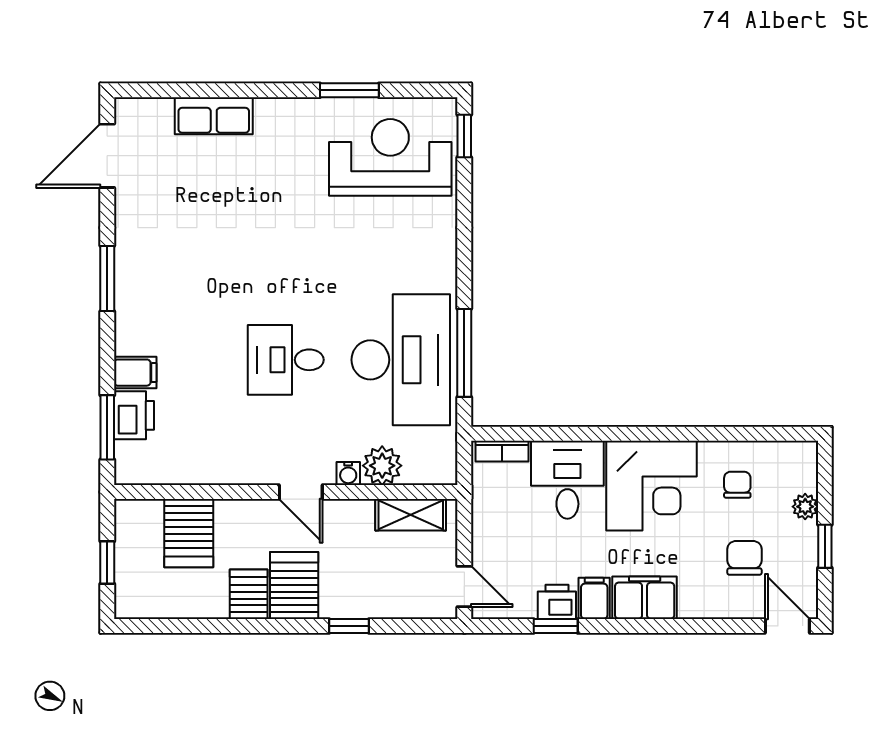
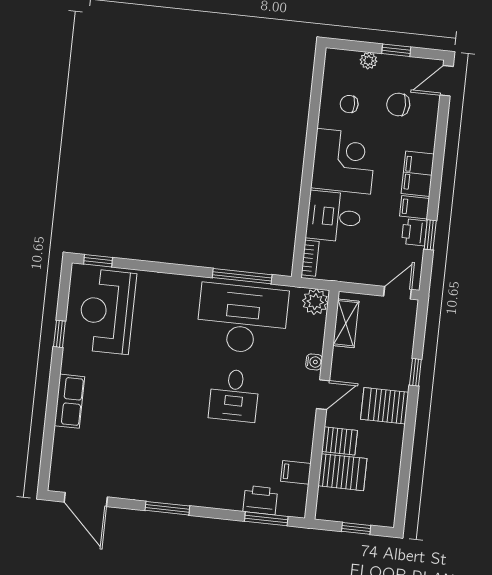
window: (349, 90) -> (59, 334), width x0.67
row of seats: (214, 116) -> (69, 401), moved
filing cabinet: (135, 373) -> (296, 472), moved, turned -90
plant: (382, 466) -> (315, 302), moved
server rack: (249, 594) -> (339, 441), moved, turned 180

